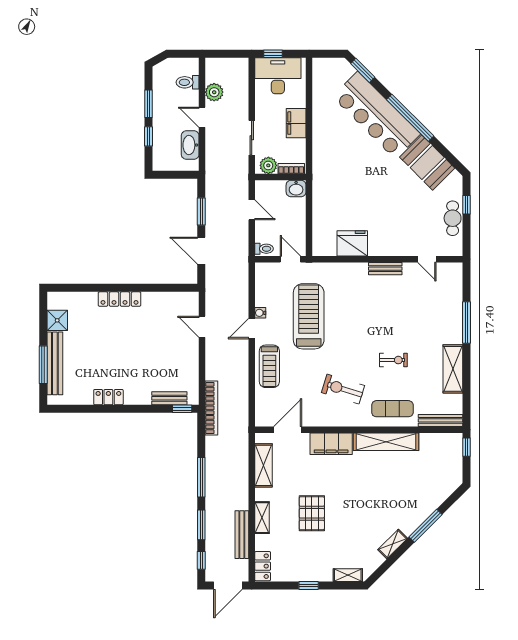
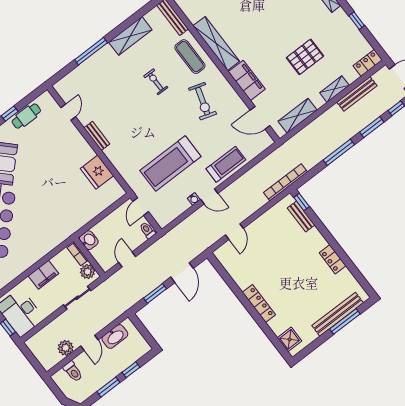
shower: (57, 320) -> (290, 339), moved

